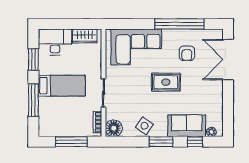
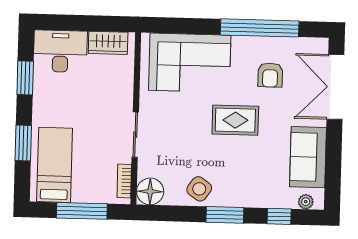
bed: (62, 86) -> (55, 165), moved, turned -90
window: (33, 100) -> (23, 143), width x0.69
sofa: (187, 126) -> (308, 157), moved, turned -90

